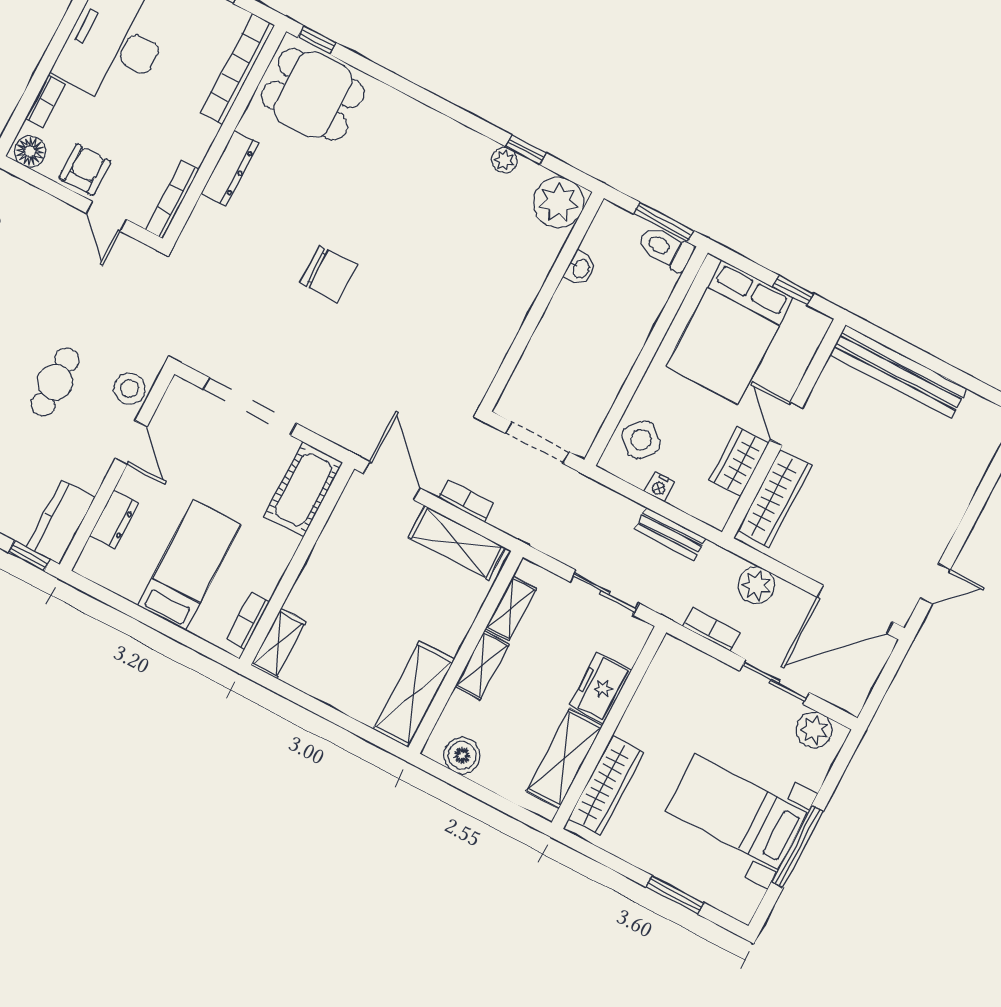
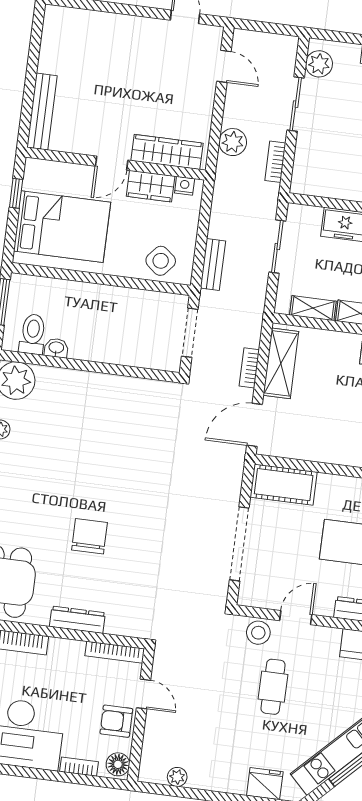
door: (106, 216) -> (143, 694), hinge flipped
toilet: (666, 248) -> (33, 334), moved, turned 180
chair: (328, 274) -> (89, 536), moved
bench: (898, 372) -> (42, 112), width x0.73, depth x0.82
cafe table: (55, 382) -> (273, 687), turned 90
nightstand: (659, 487) -> (185, 186), moved, turned -90
bench: (670, 534) -> (213, 265), moved
door: (855, 609) -> (224, 66), width x0.53

